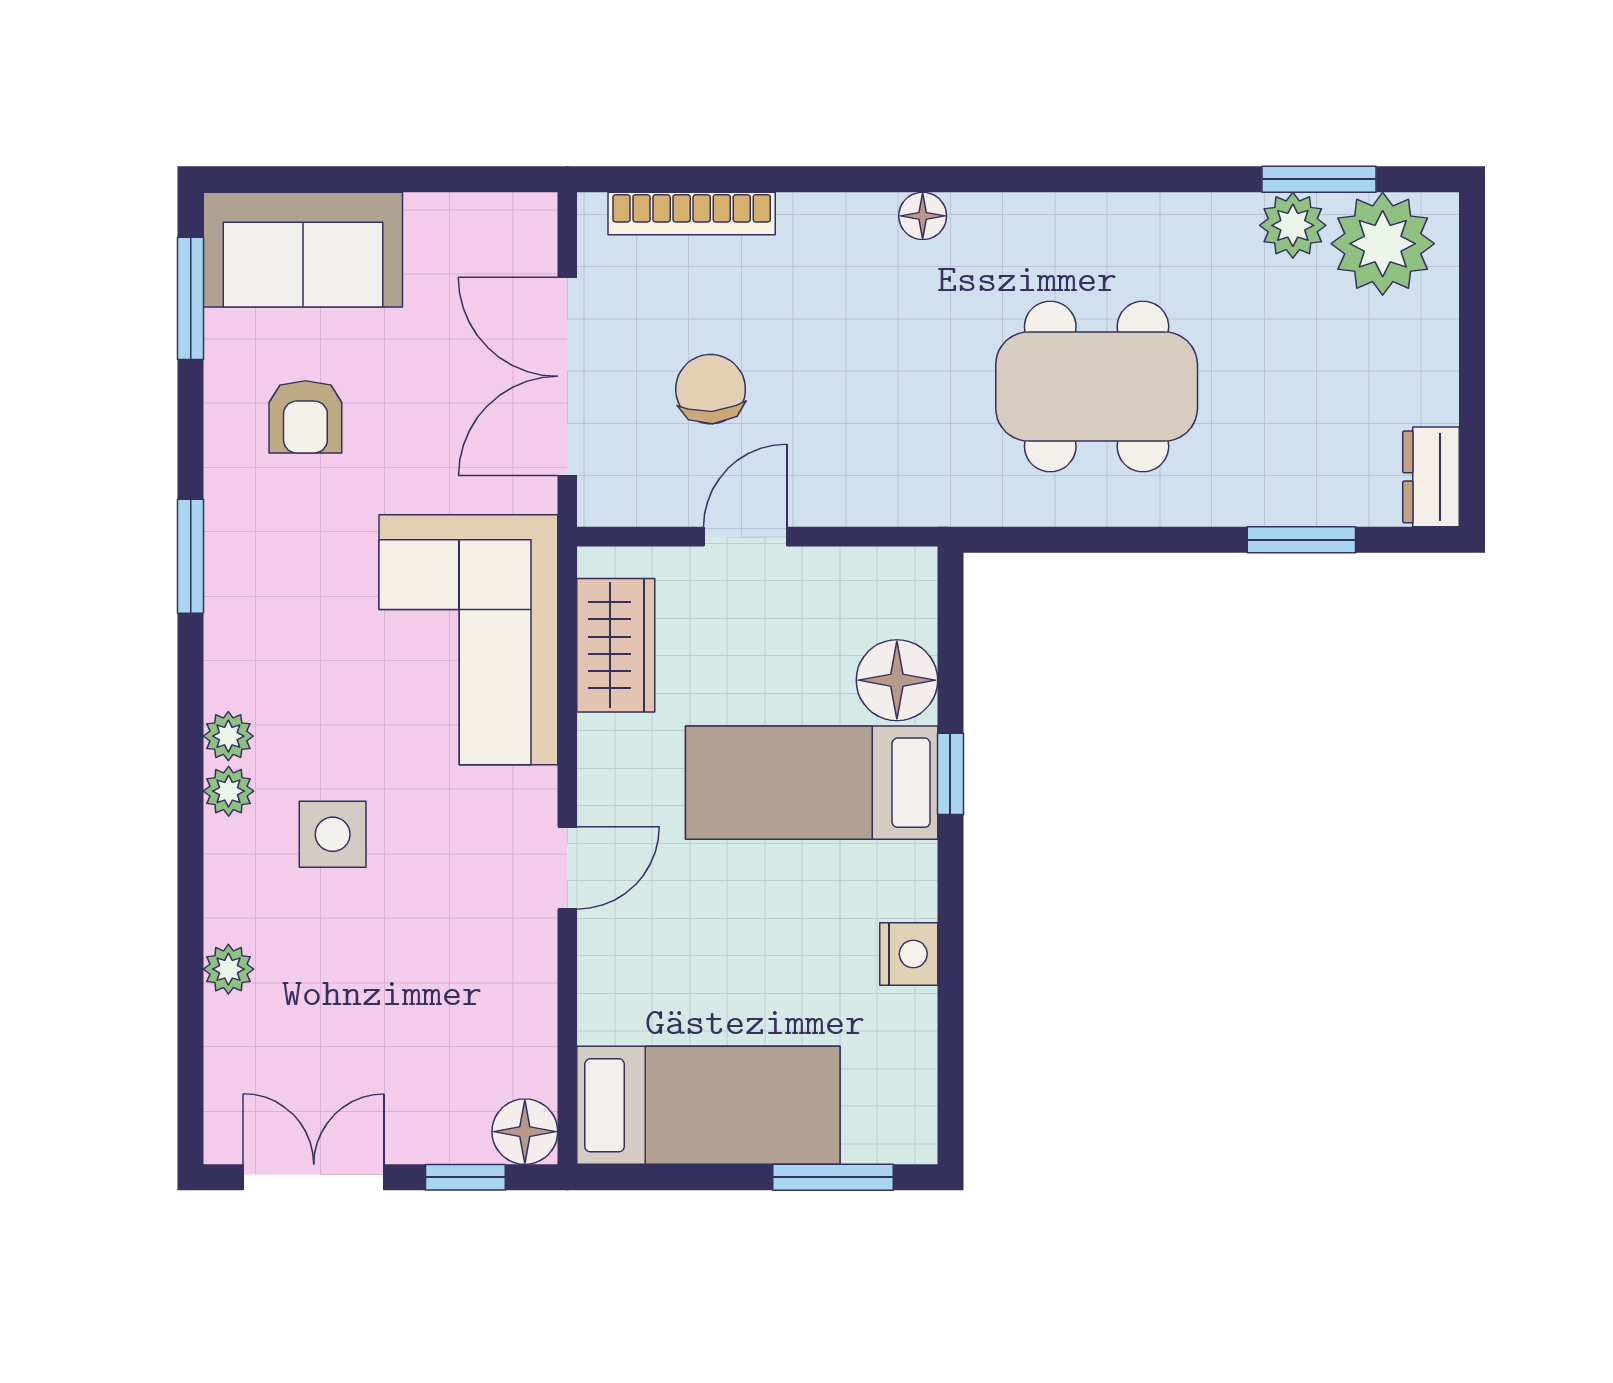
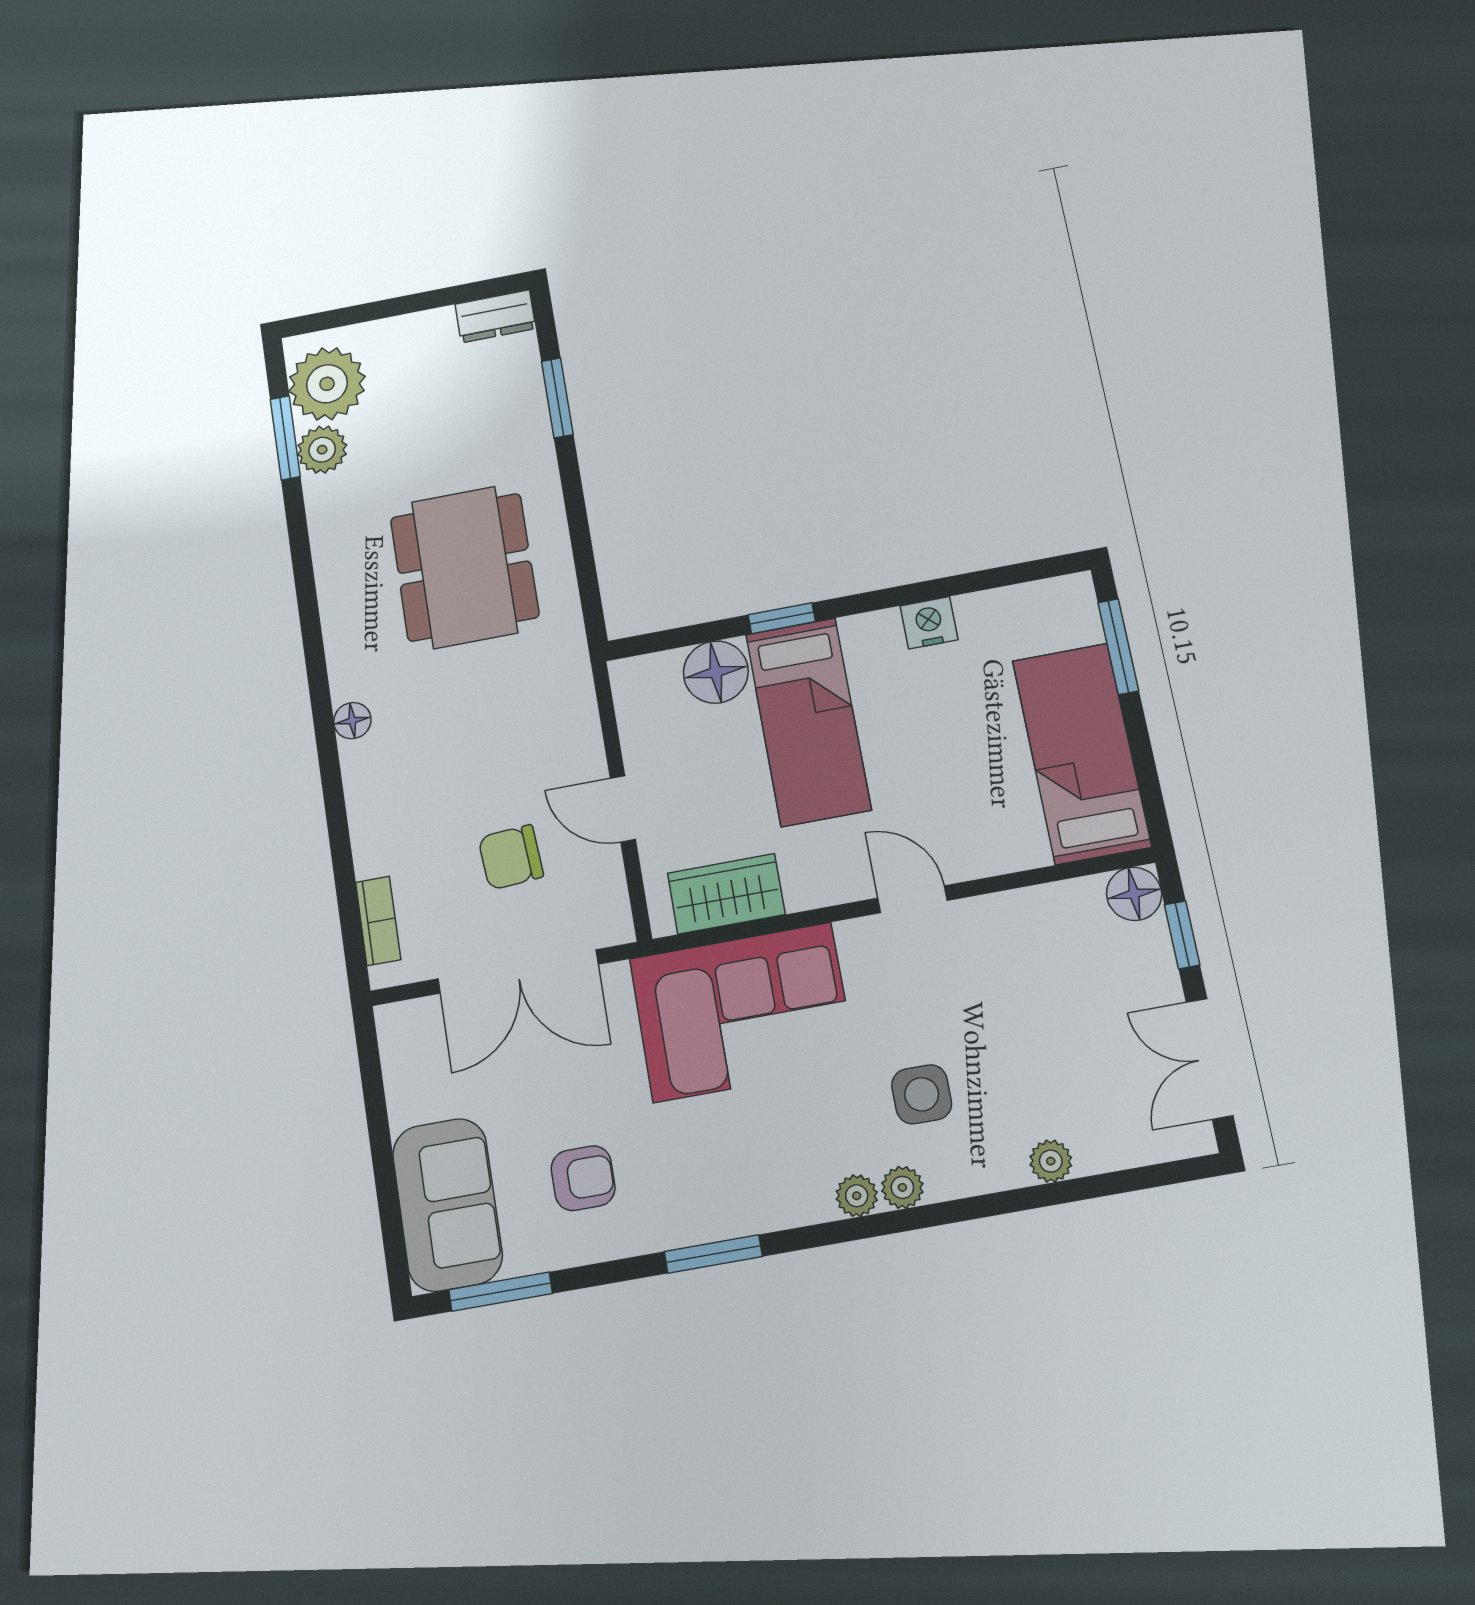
bookcase: (692, 213) -> (378, 921), width x0.64

